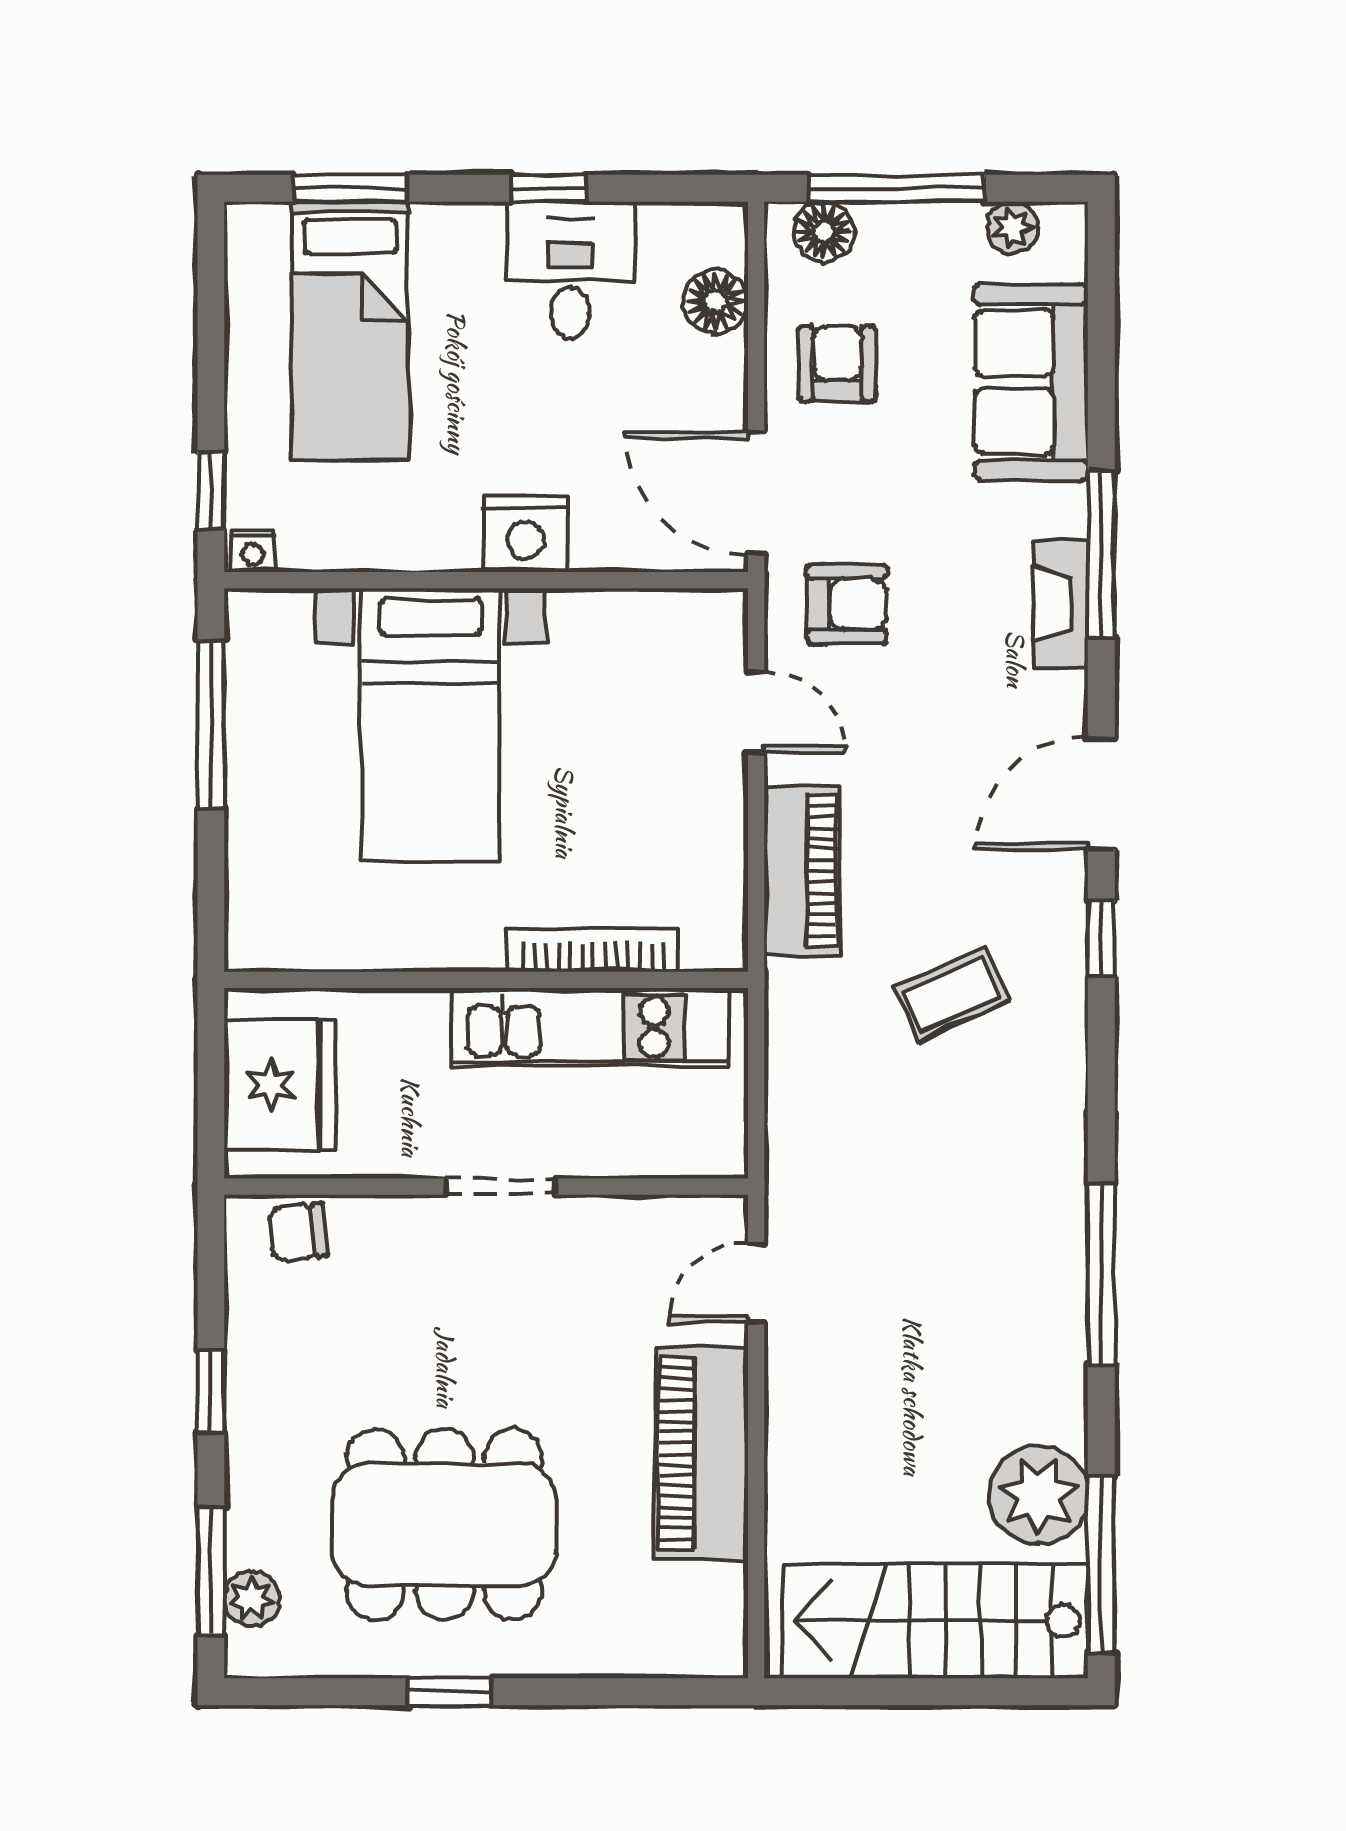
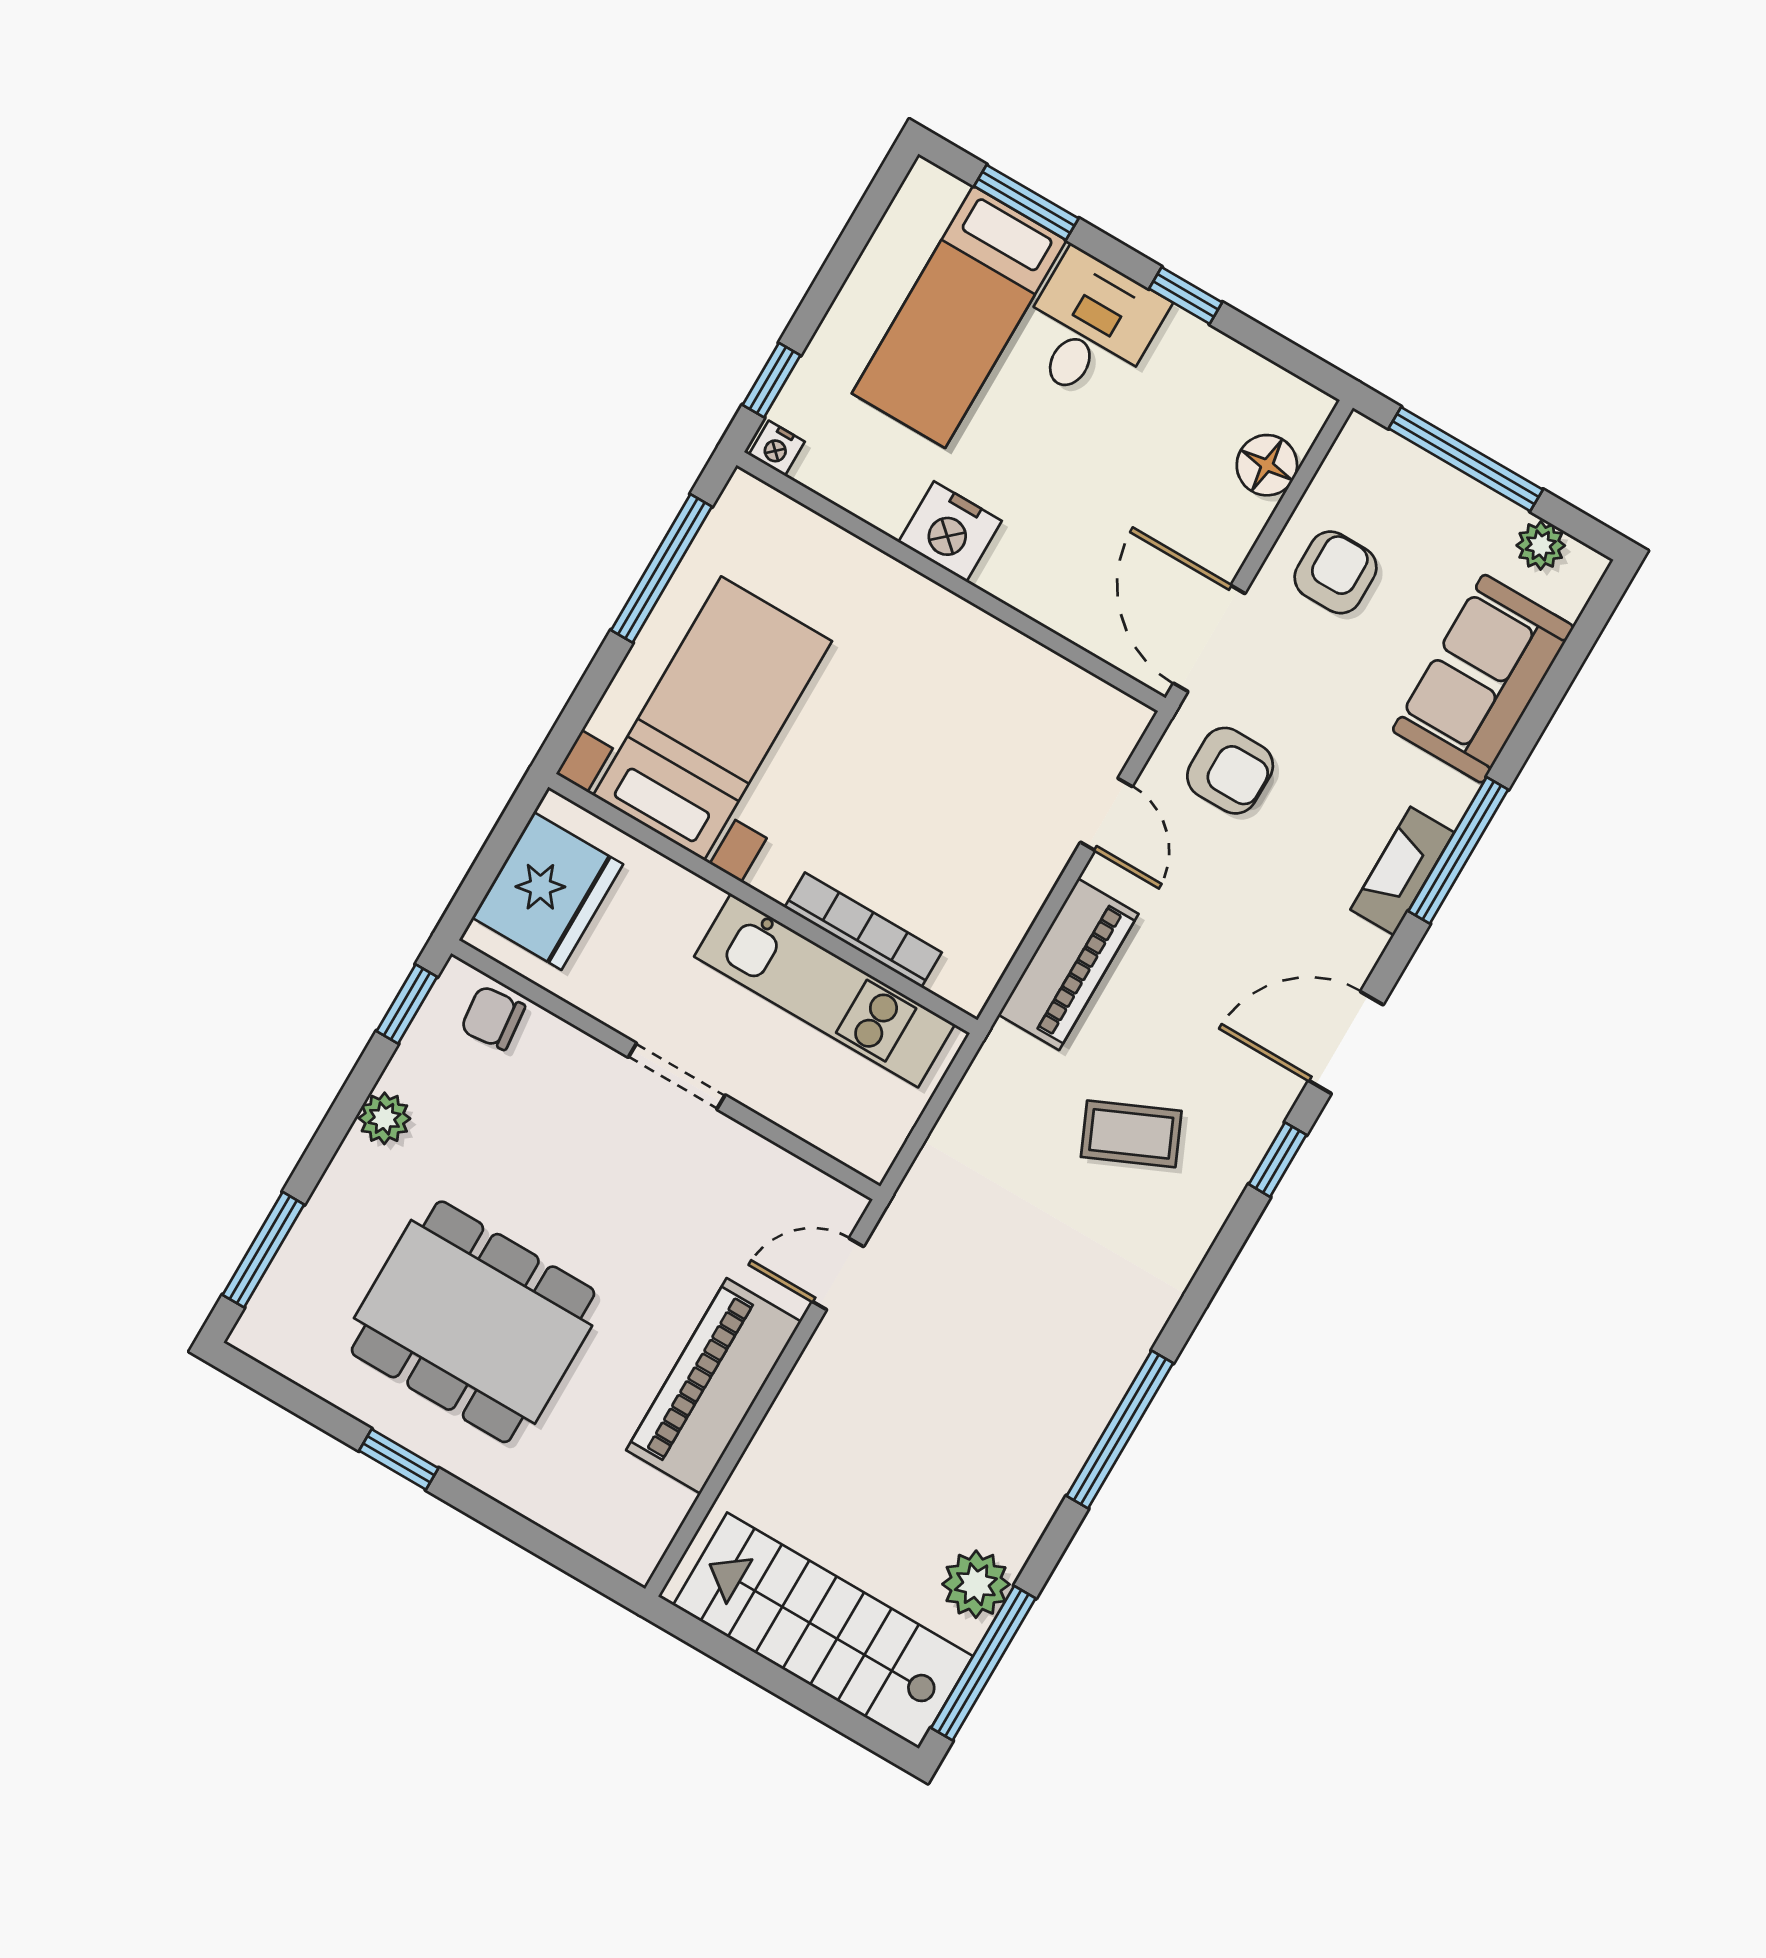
floor lamp: (824, 232) -> (1387, 460), removed
desk: (570, 270) -> (1090, 328), moved
nightstand: (526, 534) -> (950, 531), moved
bed with nightstands: (430, 724) -> (713, 718), moved, turned 180
window: (211, 1392) -> (407, 1004), moved
plant: (1039, 1495) -> (976, 1584), width x0.73, depth x0.73
plant: (252, 1599) -> (384, 1118), moved

